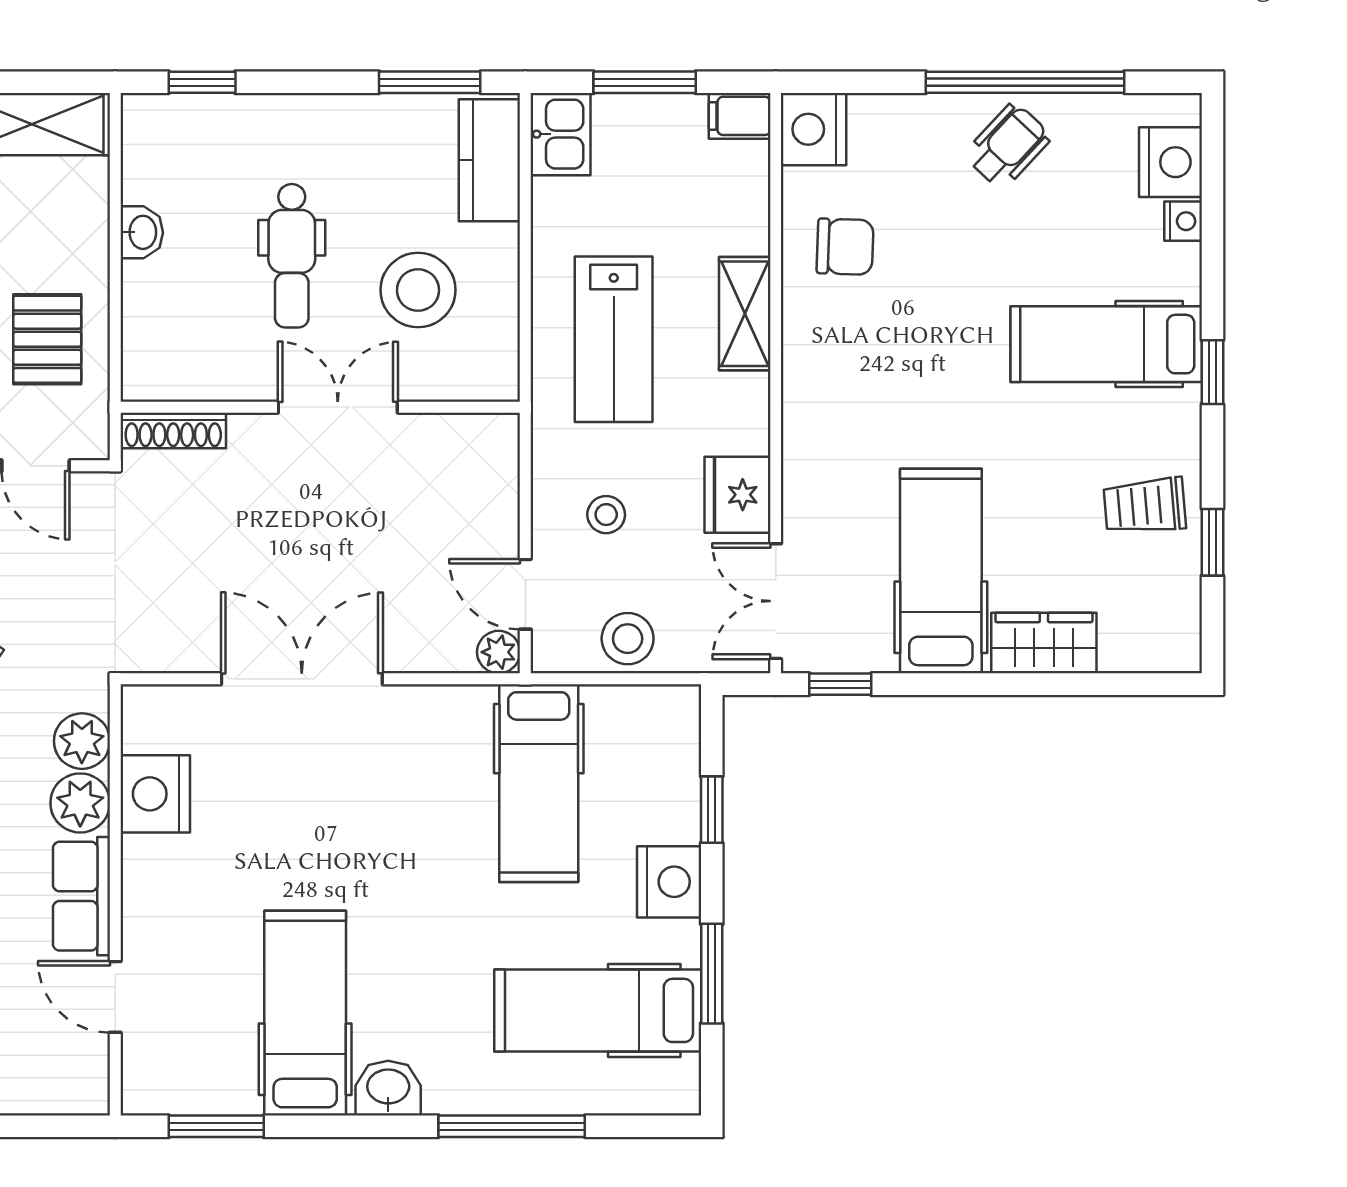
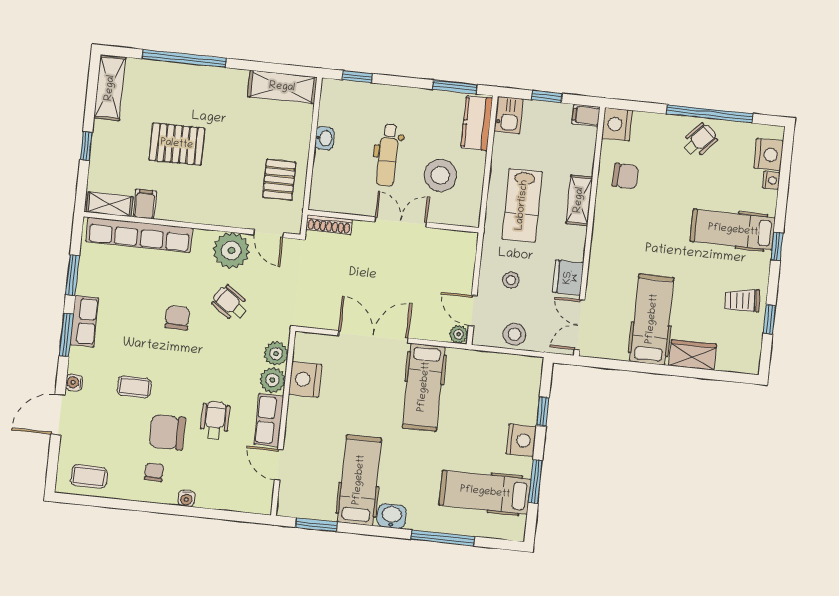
window: (645, 82) -> (547, 97), width x0.67
window: (840, 684) -> (604, 363), removed
hospital bed: (539, 783) -> (424, 387), moved

